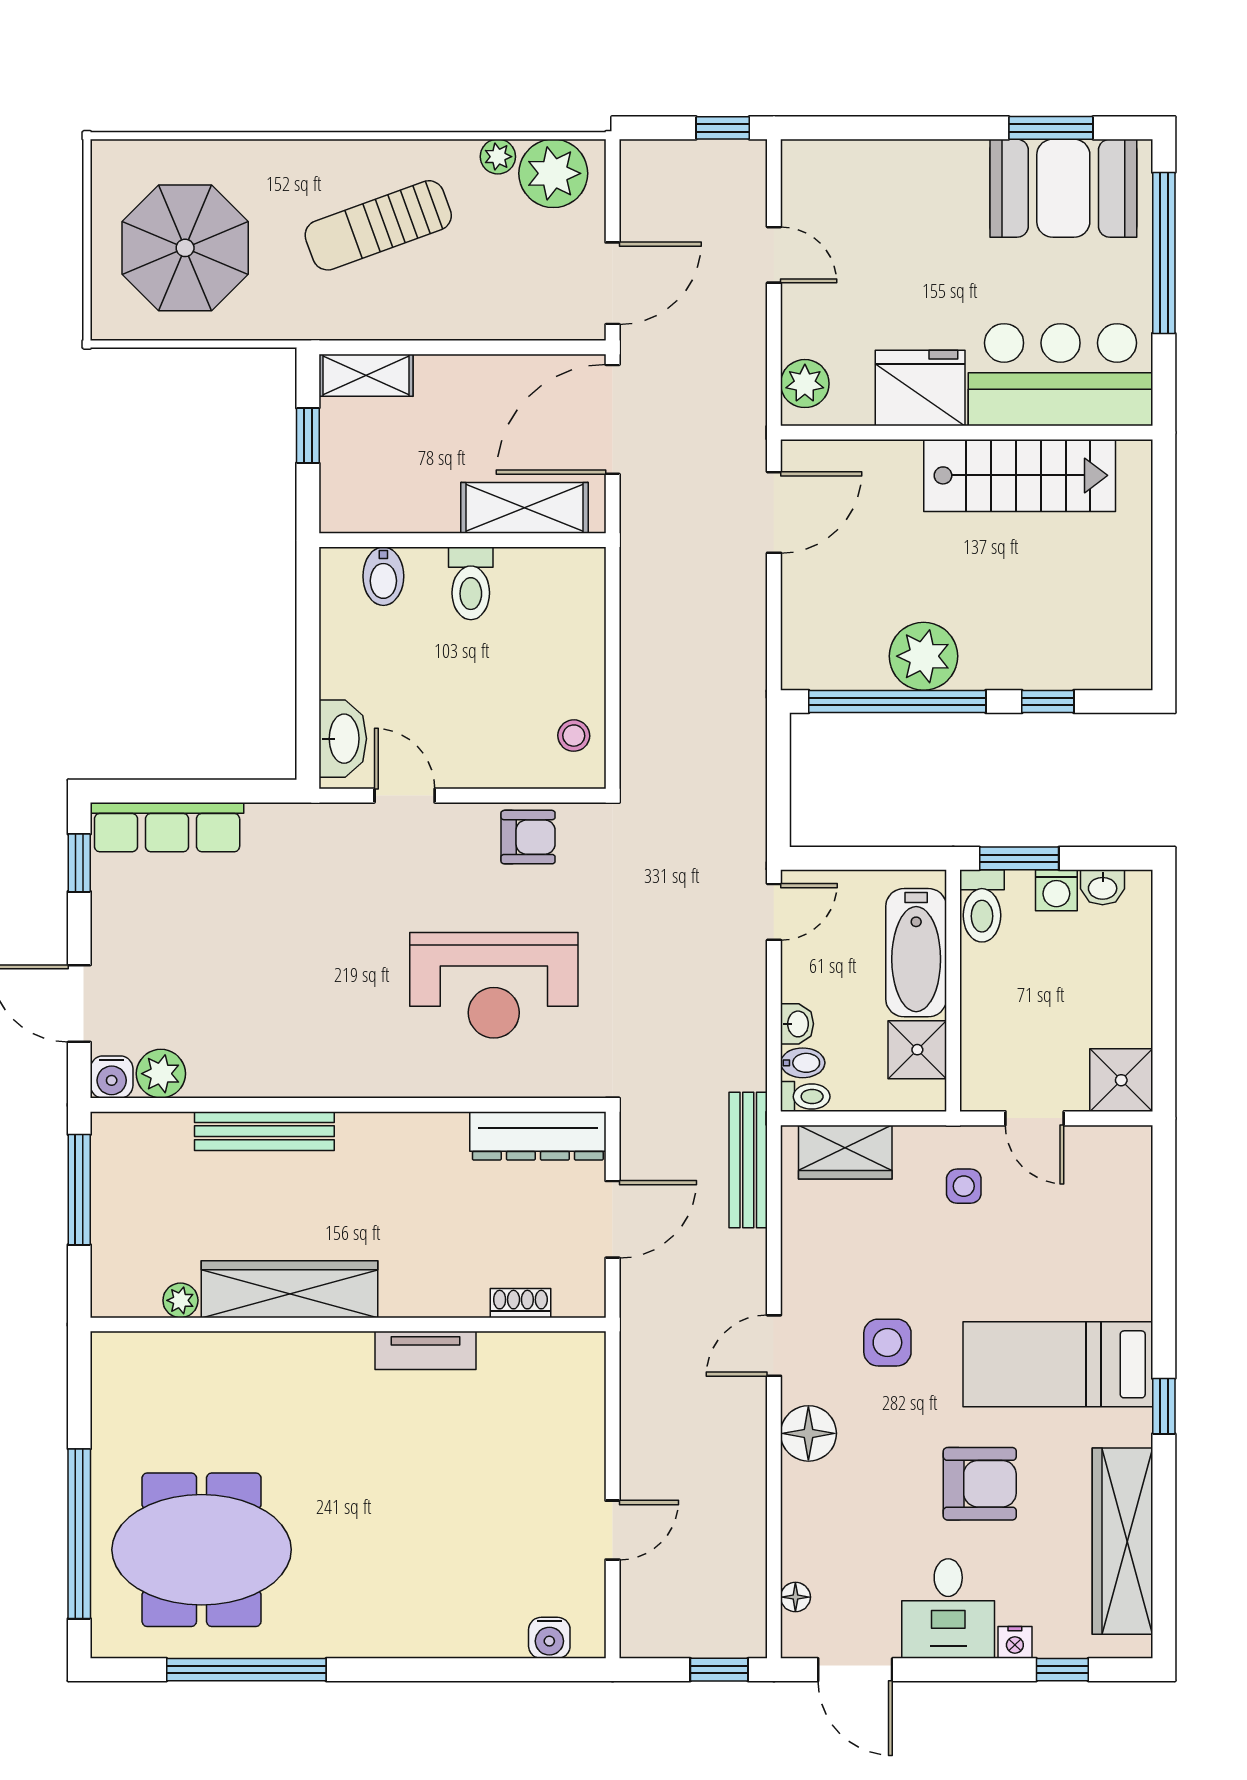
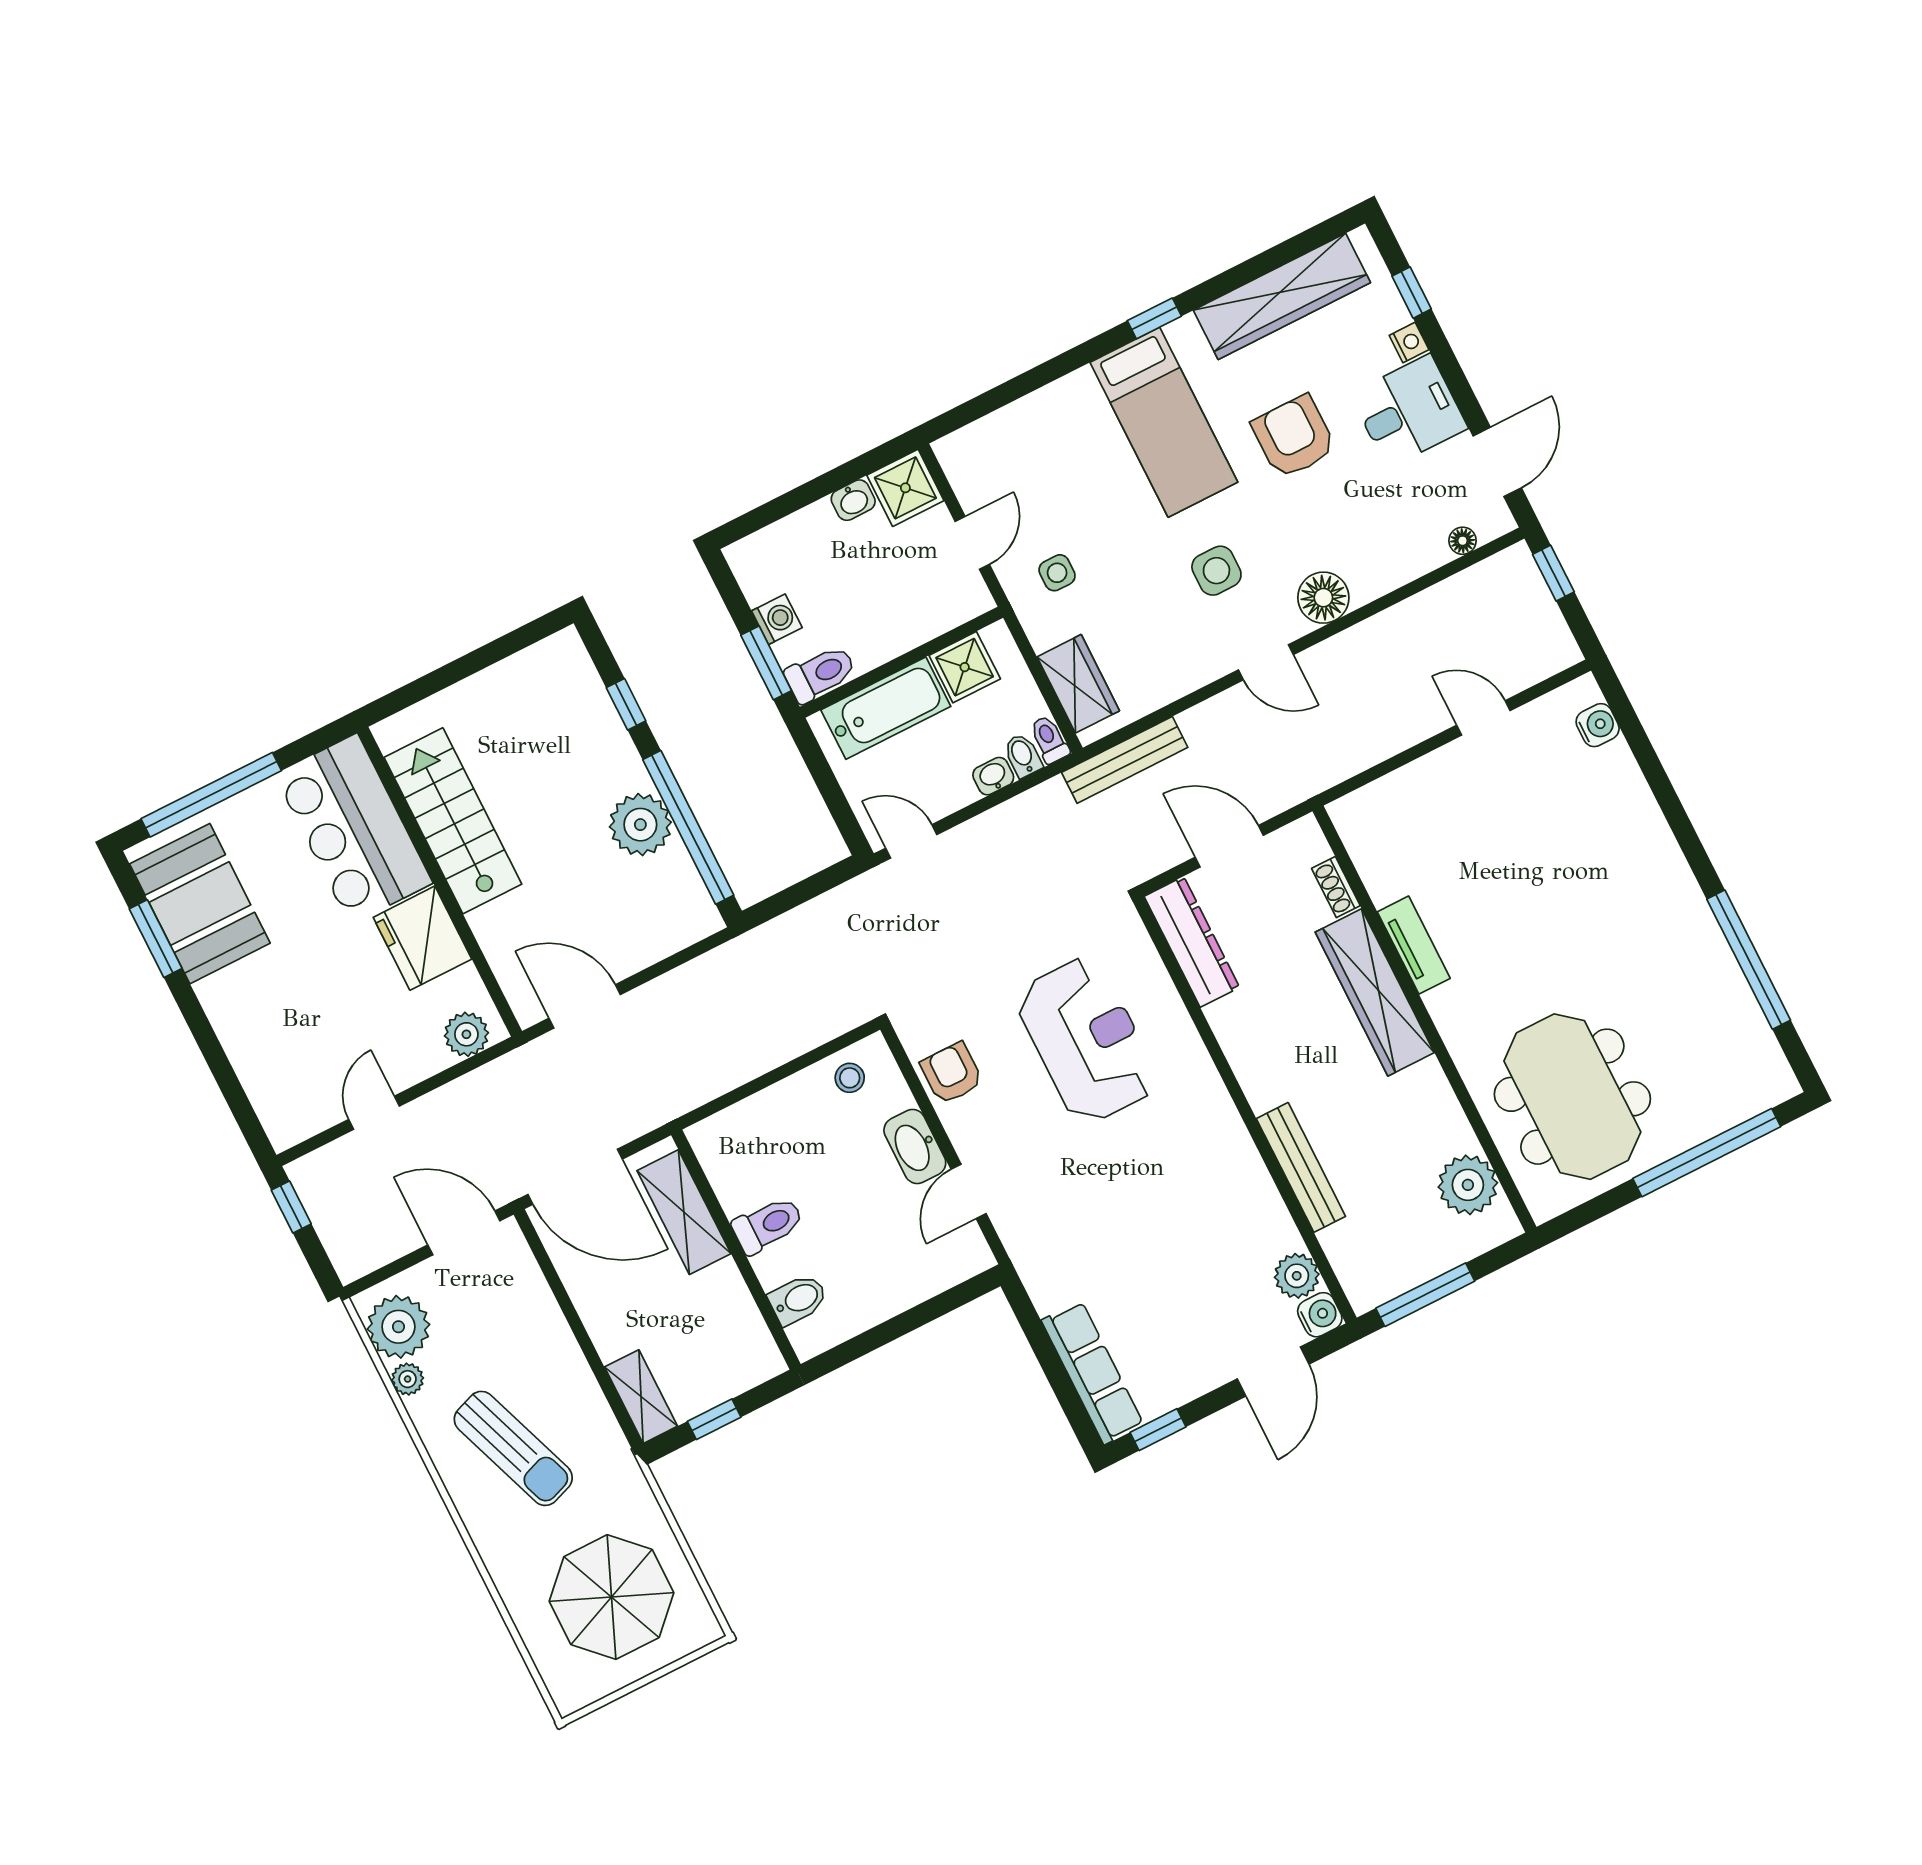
washbasin: (343, 739) -> (915, 1146), moved, turned -90
washbasin: (1103, 887) -> (853, 500), moved, turned 90
wardrobe: (289, 1289) -> (1375, 992), moved
plant: (180, 1300) -> (1468, 1185), width x1.88, depth x1.88
meeting table: (202, 1550) -> (1572, 1097), moved

